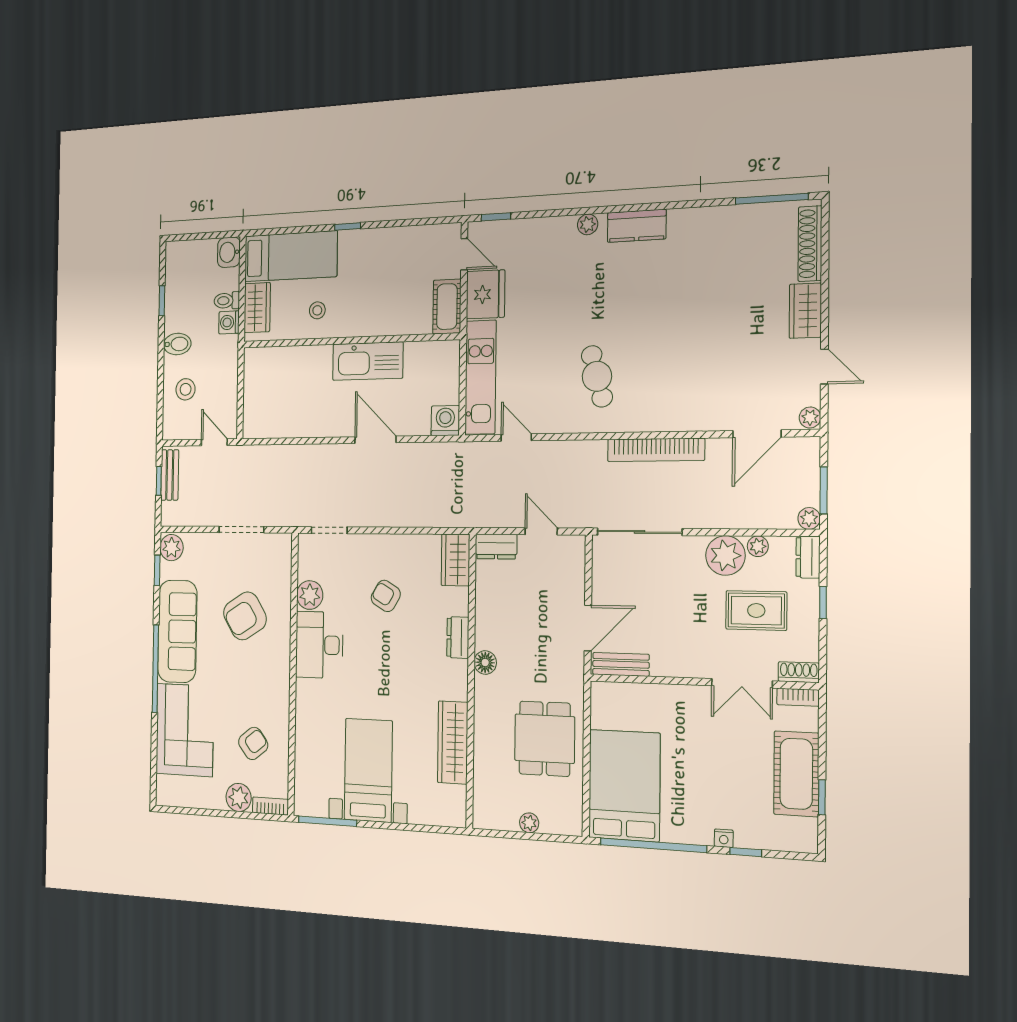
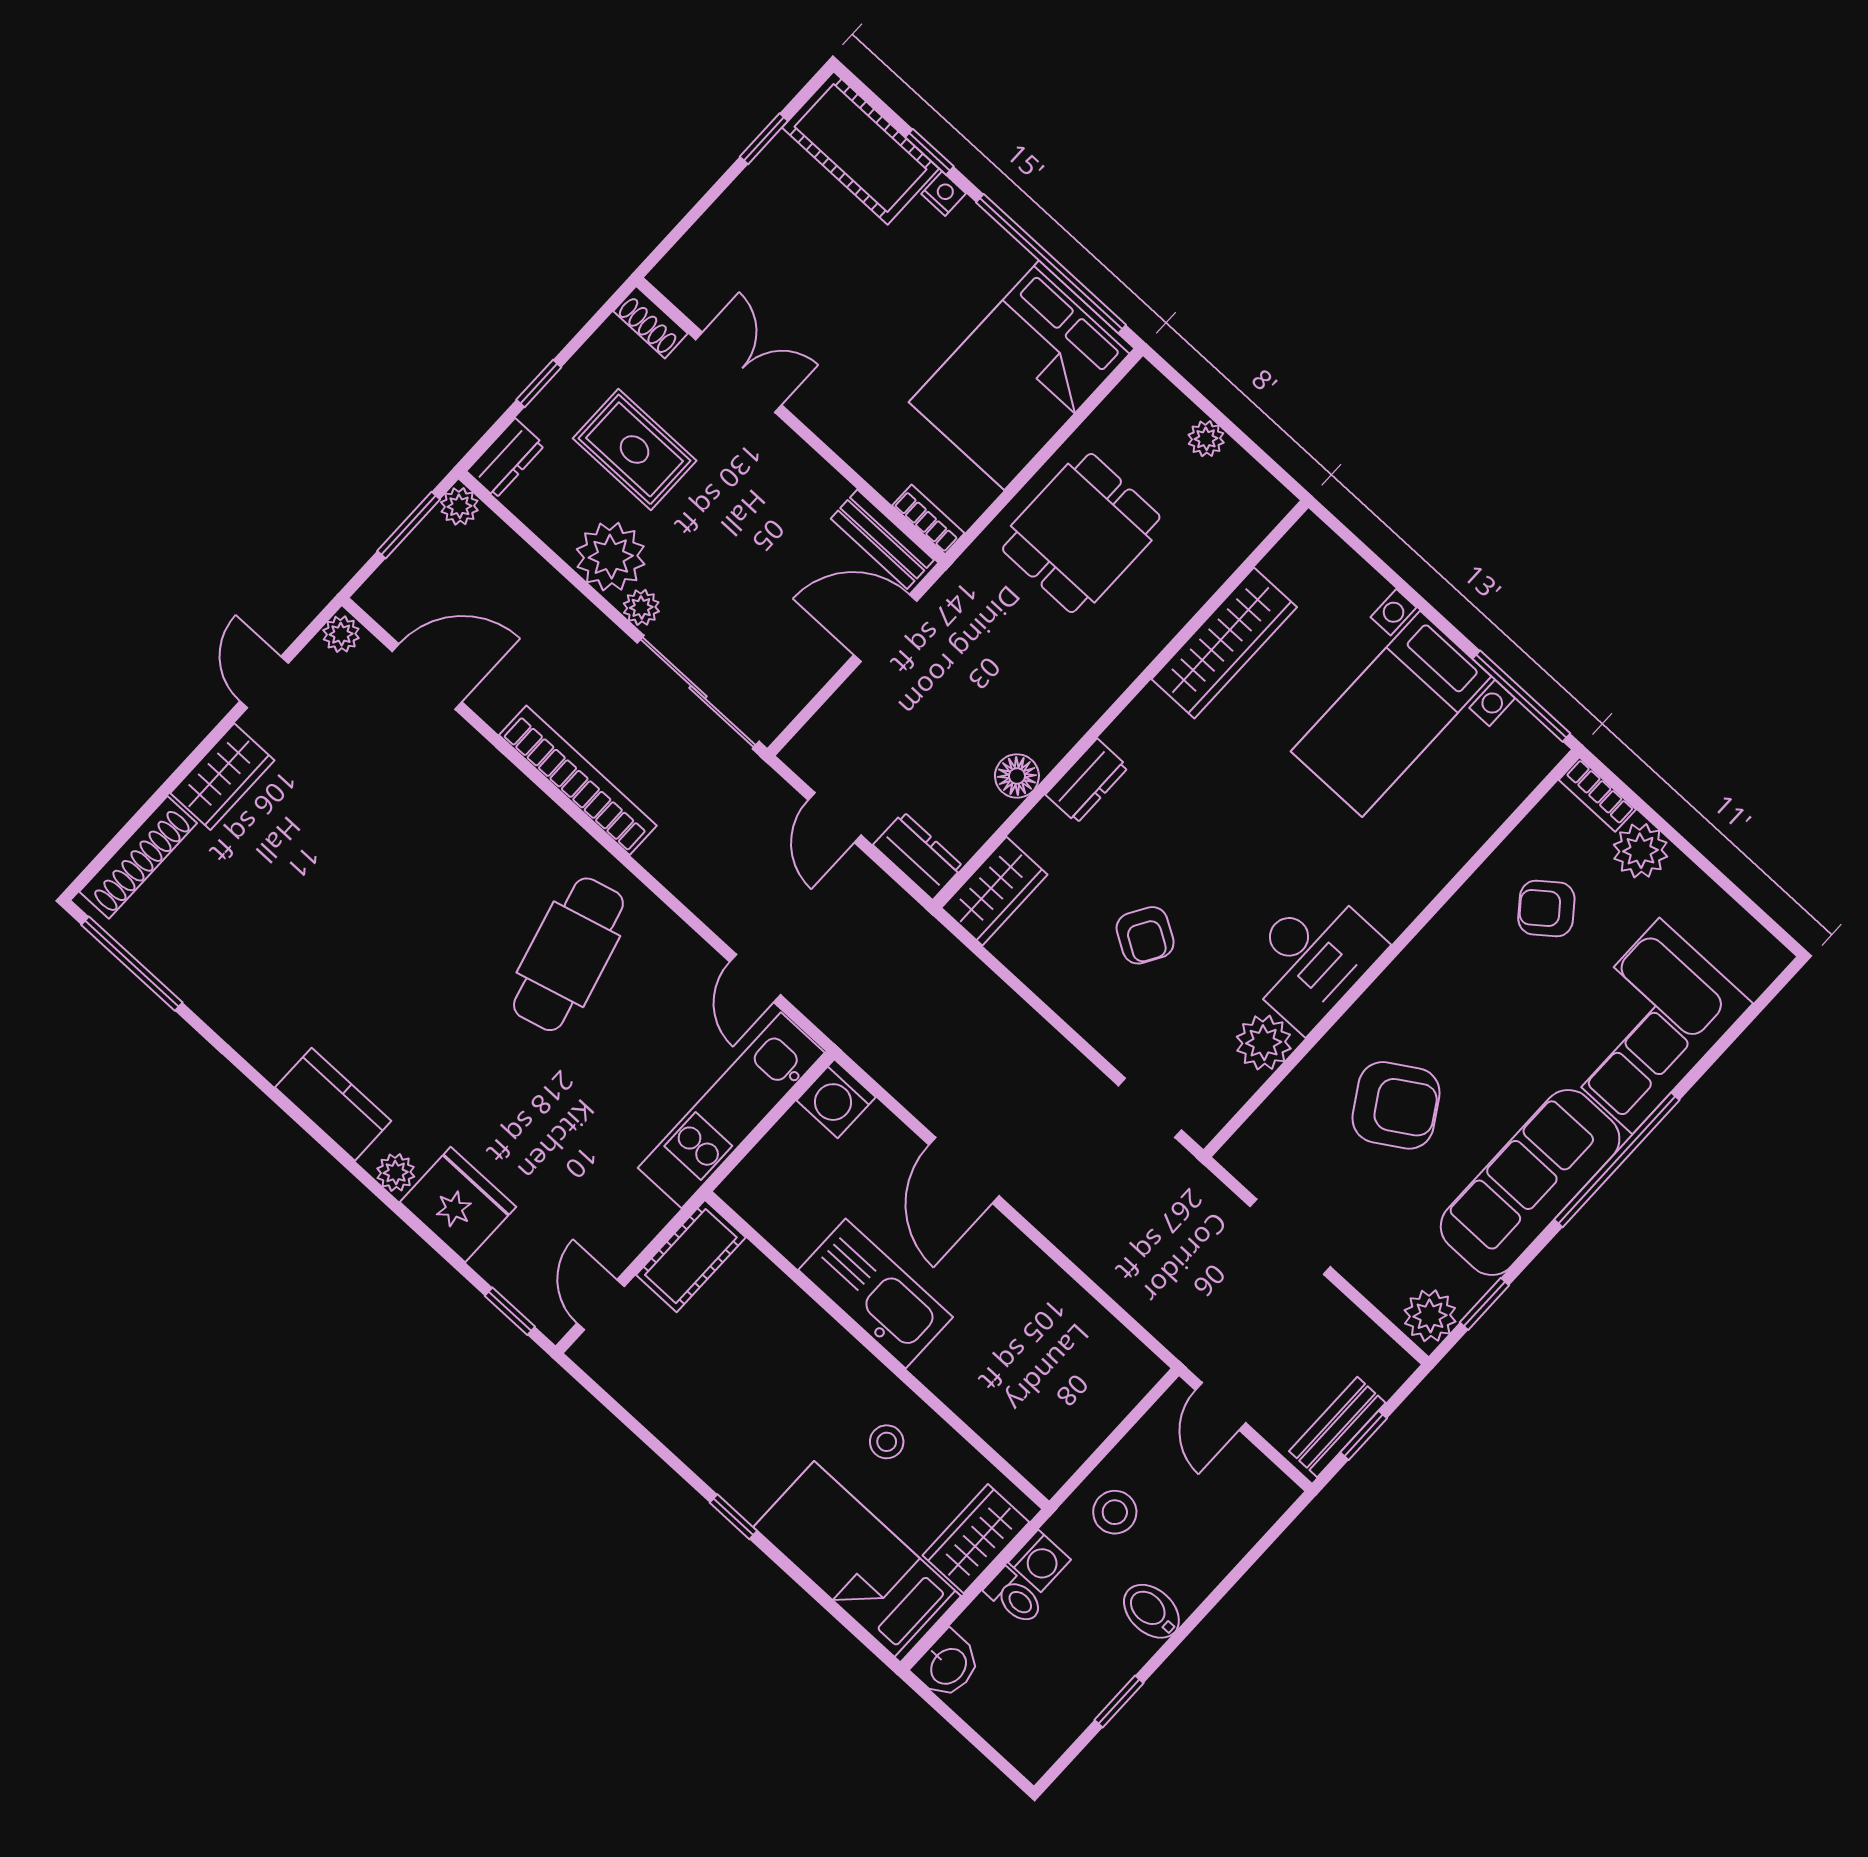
fridge: (485, 294) -> (458, 1204), moved, turned 90
cafe table: (597, 376) -> (568, 954), width x1.37, depth x1.35
stool: (186, 389) -> (1115, 1512), moved
plant: (758, 546) -> (641, 607), moved
floor lamp: (485, 663) -> (1017, 776), moved
bookcase: (798, 697) -> (928, 519), moved
cot: (796, 774) -> (861, 148), moved, turned 90

